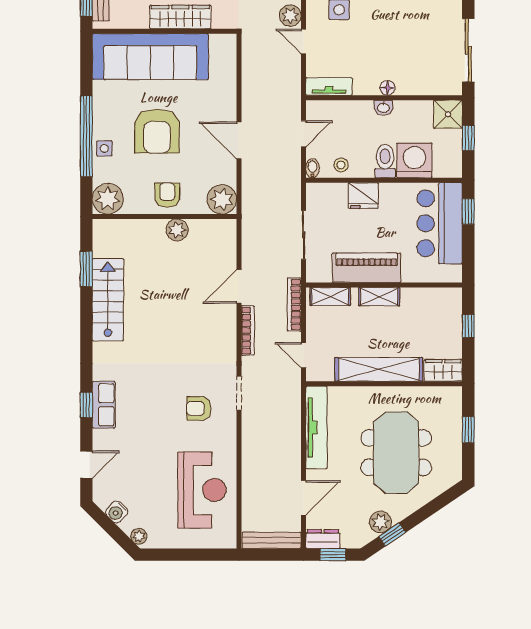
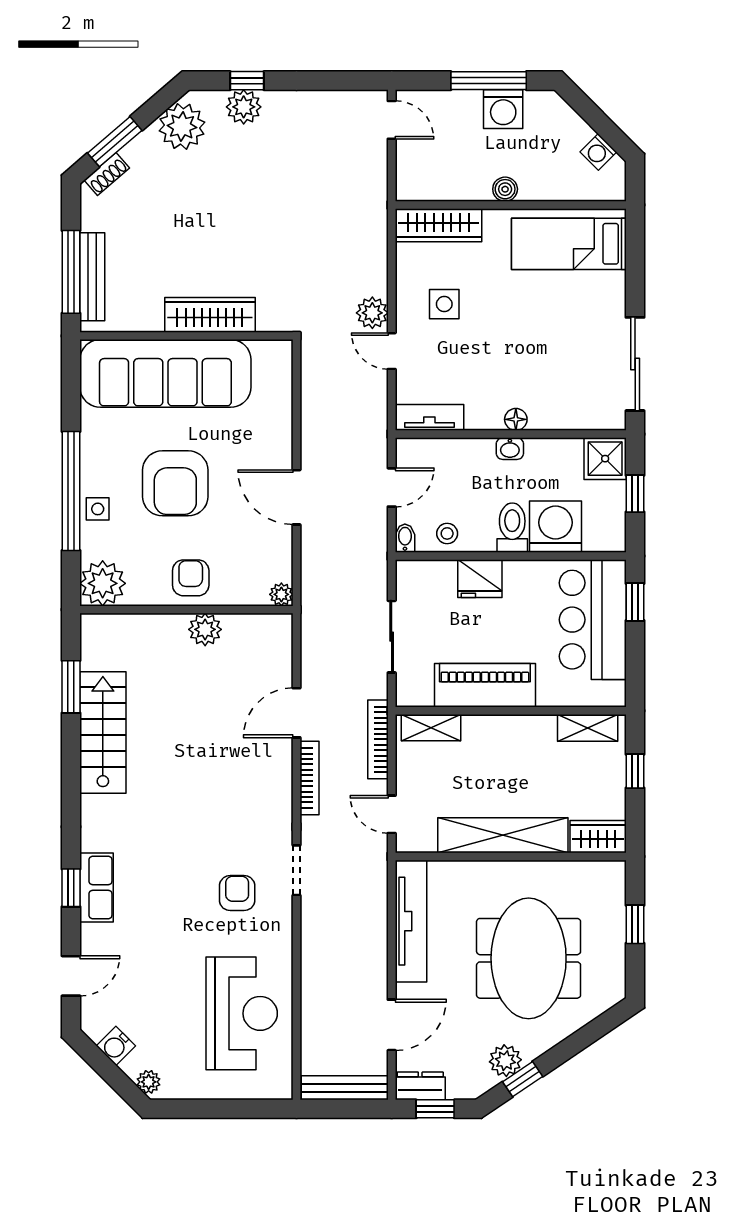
plant: (222, 199) -> (281, 594), width x0.53, depth x0.53
shelving: (379, 297) -> (588, 728), moved
armchair: (199, 408) -> (237, 893), turned 90

